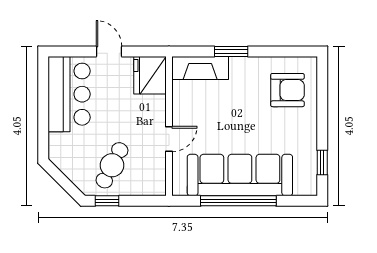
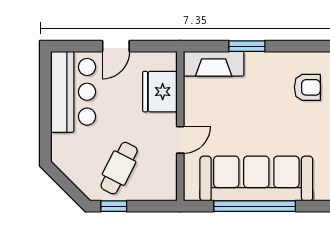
door: (109, 51) -> (116, 46), swing flipped
fridge: (150, 75) -> (160, 92), moved
armchair: (287, 90) -> (307, 87), width x0.72, depth x0.72

